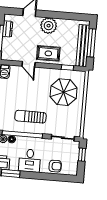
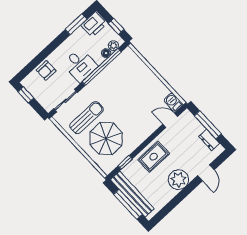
door: (29, 64) -> (170, 120), moved
sun lounger: (30, 117) -> (87, 118), moved
window: (82, 155) -> (26, 95), moved
desk: (30, 161) -> (80, 65), moved, turned 180

